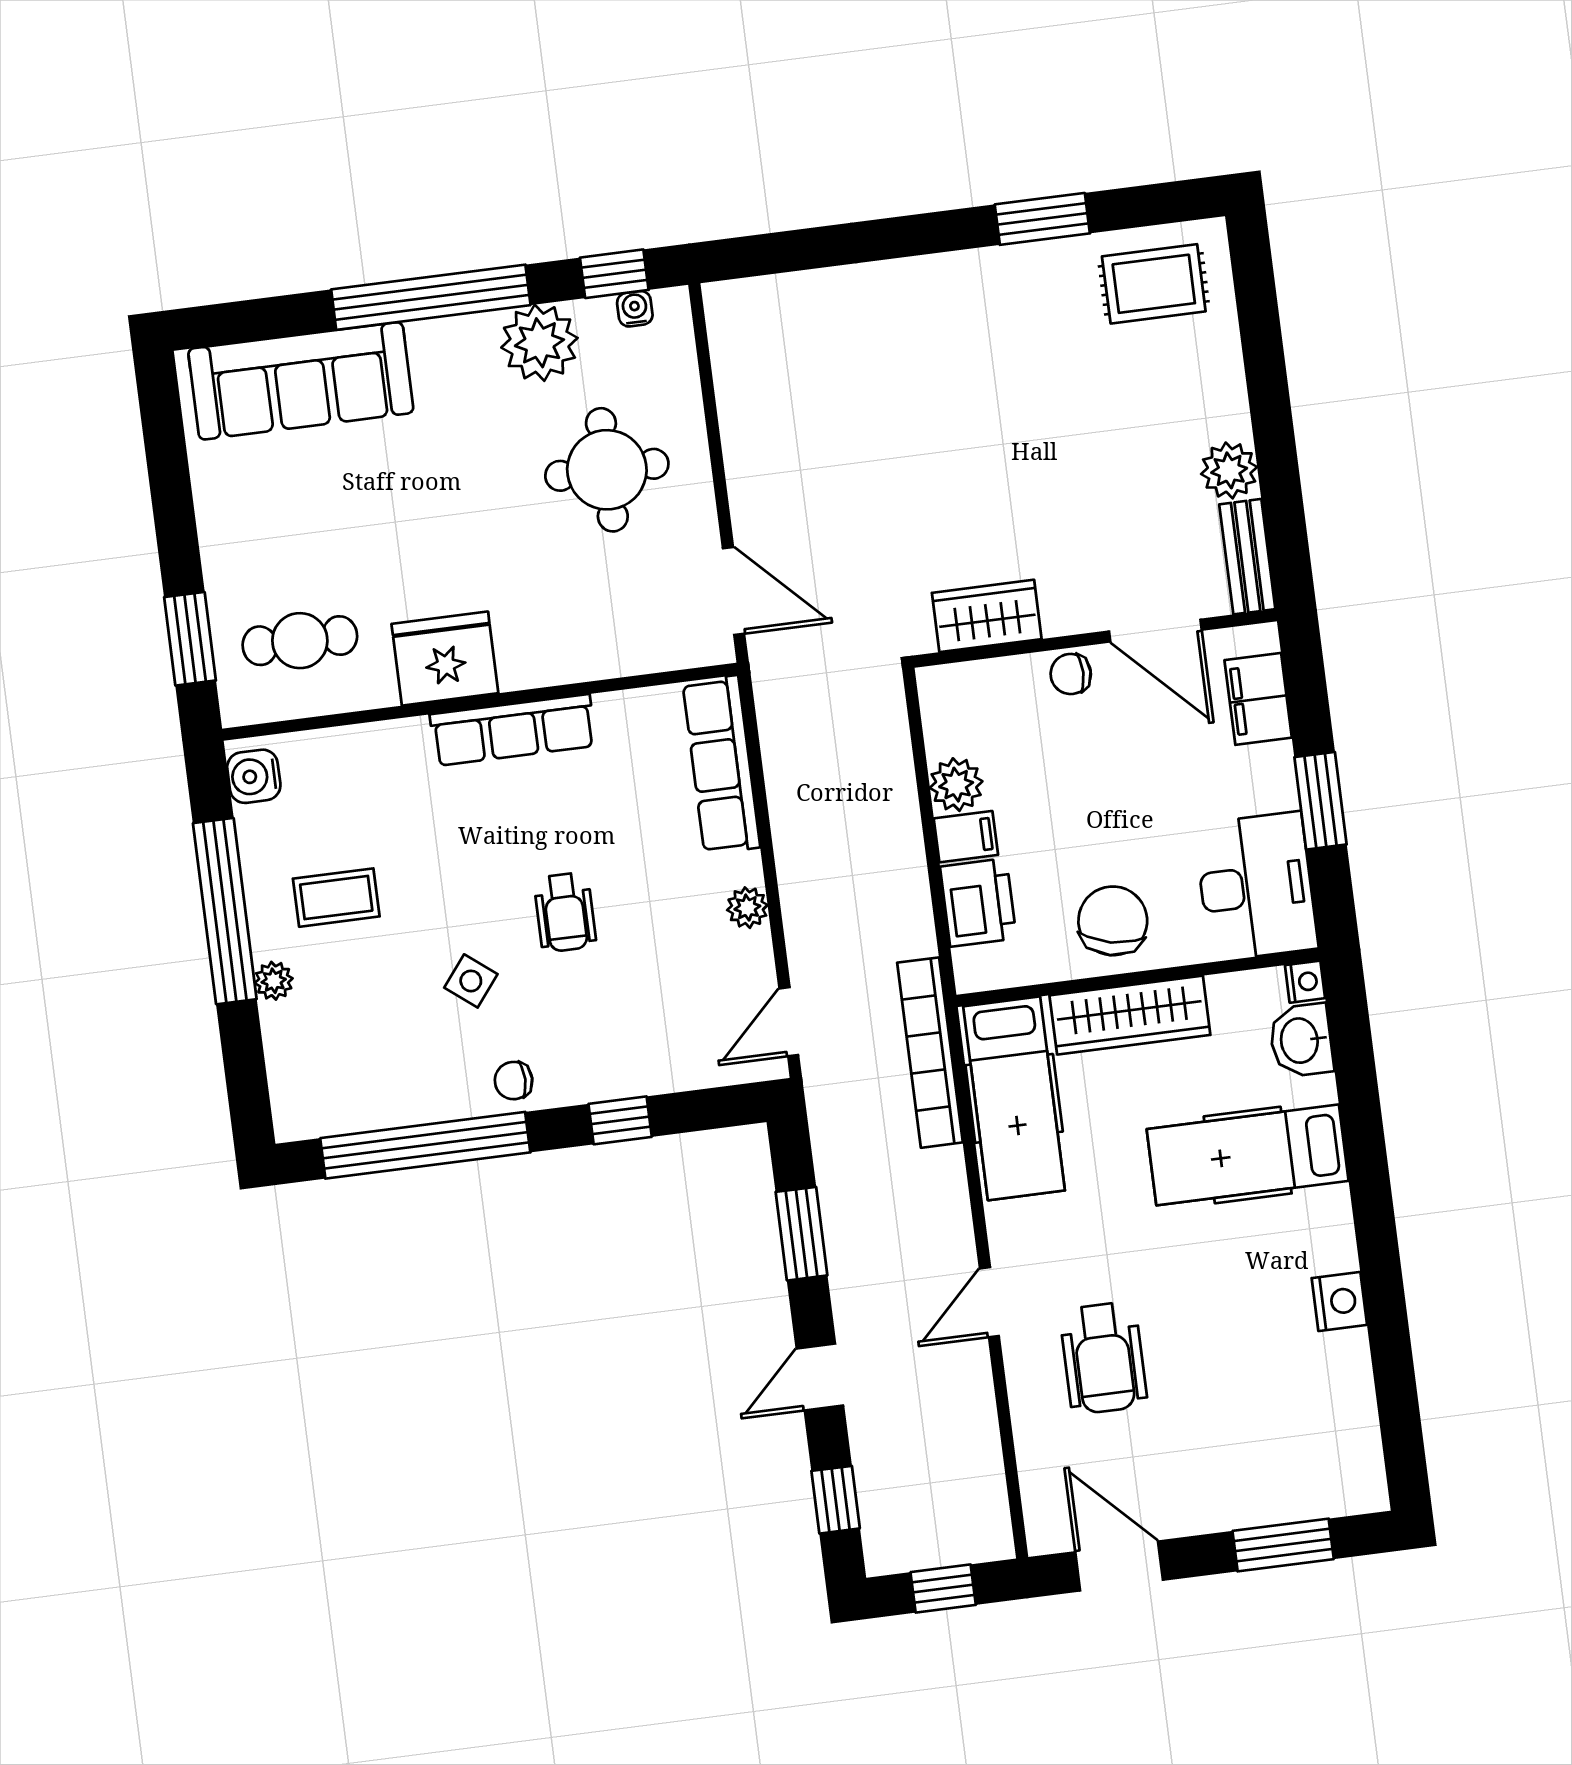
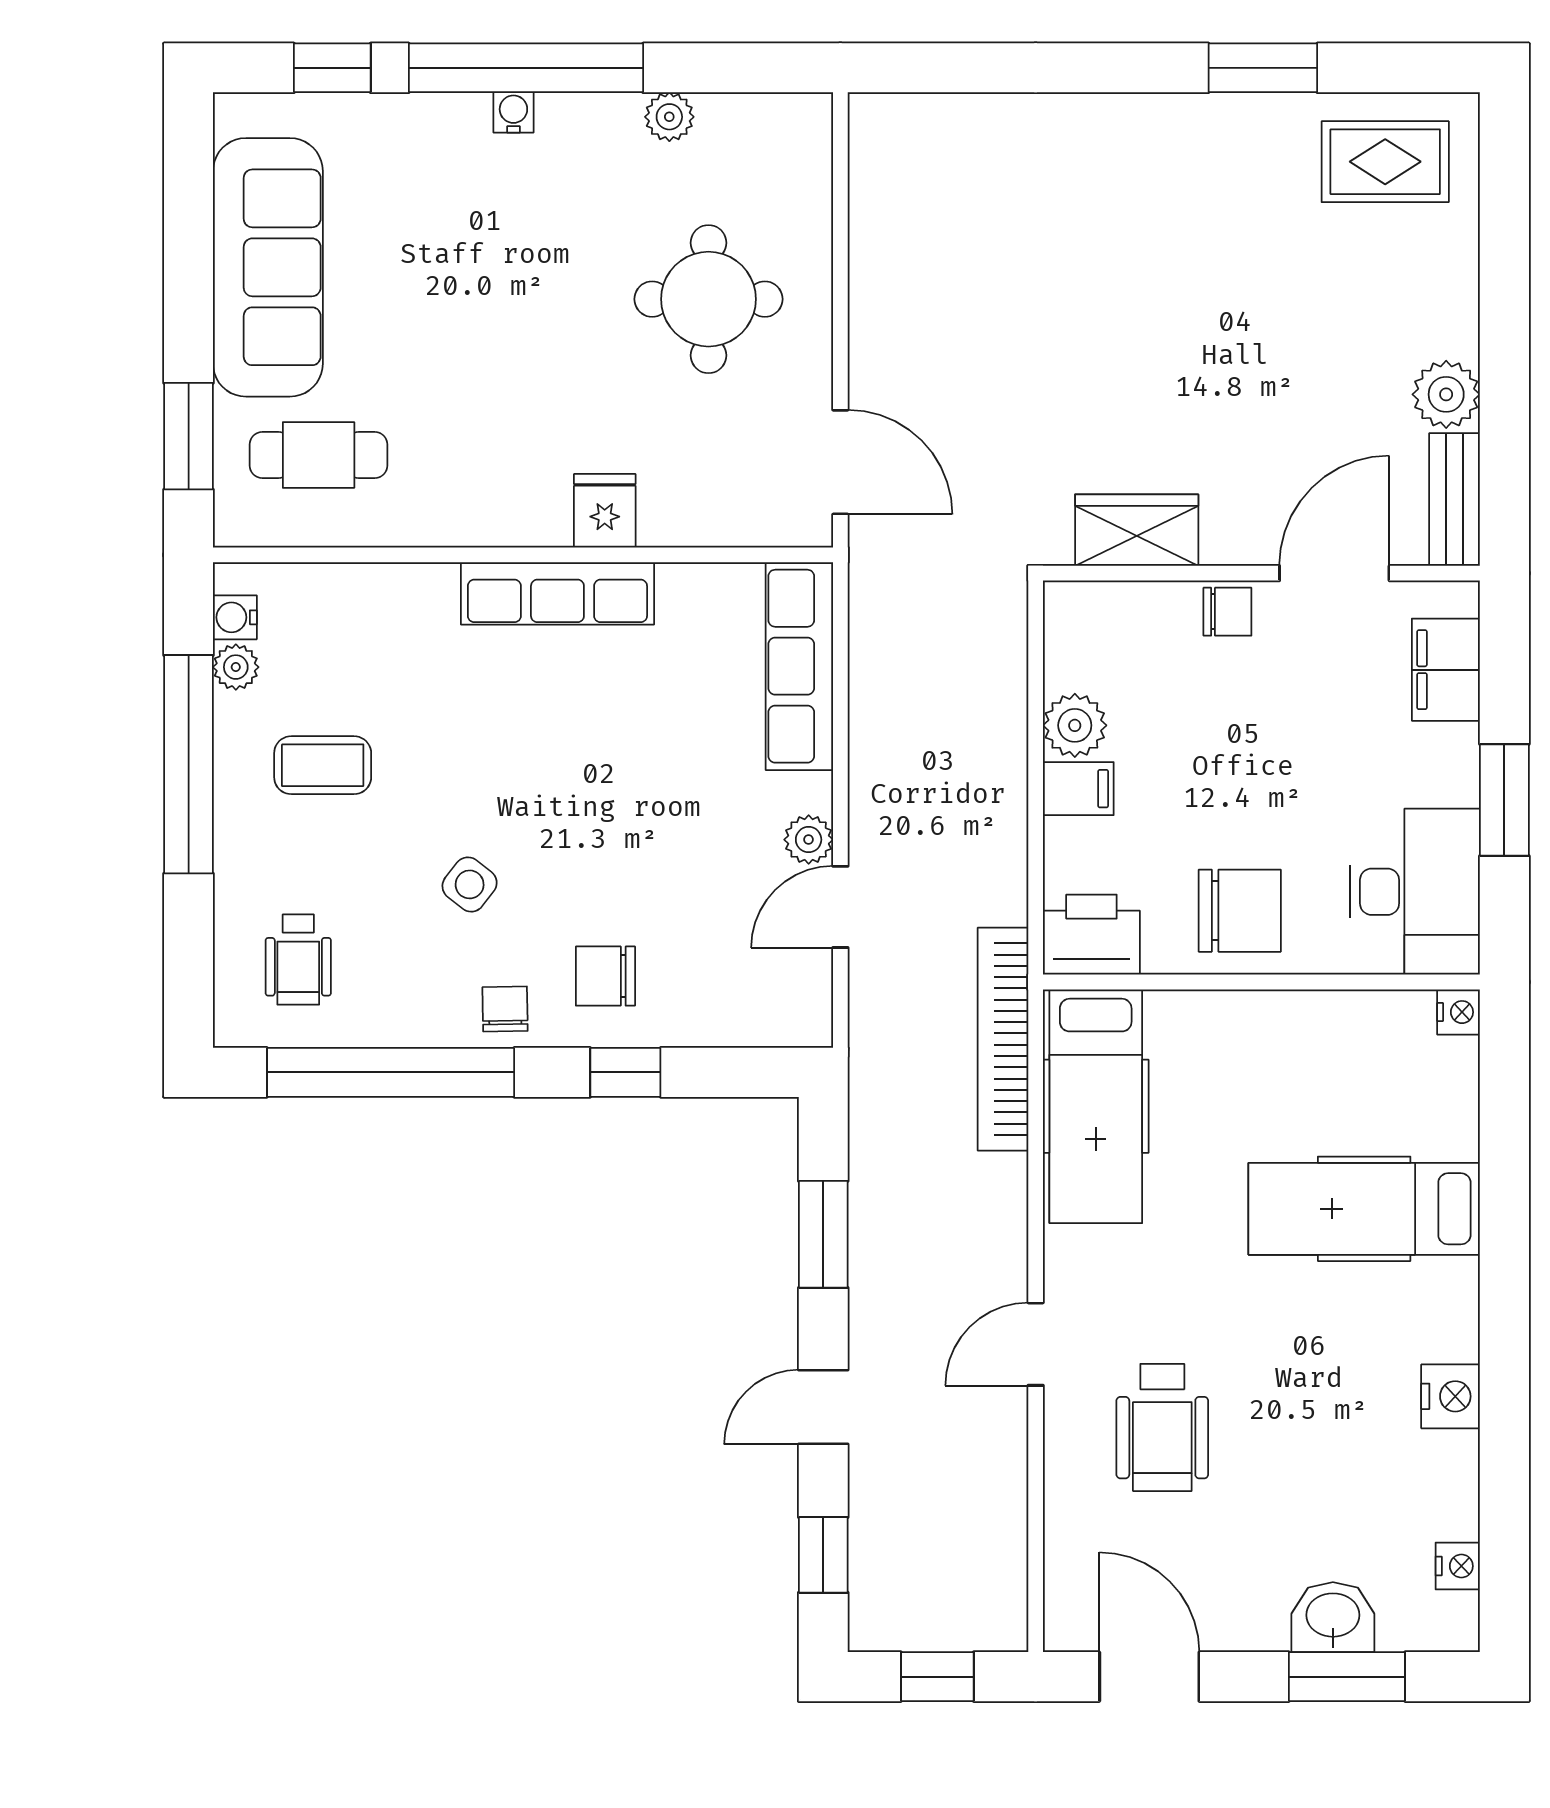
window: (614, 274) -> (332, 68), moved
water cooler: (635, 309) -> (513, 112), moved
plant: (539, 343) -> (669, 117), width x0.53, depth x0.53
sofa: (301, 381) -> (268, 267), moved, turned -90
door: (1155, 631) -> (1334, 573), swing flipped
fridge: (445, 658) -> (605, 511), moved, width x0.53, depth x0.75
chair: (1071, 674) -> (1227, 612), turned 180
water cooler: (254, 776) -> (235, 617), width x0.72, depth x0.72
printer: (978, 902) -> (1091, 935), moved, turned -90
wheelchair: (565, 912) -> (298, 960), moved
chair: (1113, 921) -> (1240, 911), turned 78
plant: (274, 981) -> (236, 667), moved
wardrobe: (1130, 1015) -> (1246, 1025), removed
door: (789, 1022) -> (840, 907), moved
washbasin: (1301, 1040) -> (1333, 1617), moved, turned 90
chair: (593, 1042) -> (605, 976), added
chair: (514, 1081) -> (505, 1009), turned 89
nightstand: (1363, 1441) -> (1458, 1566), added

